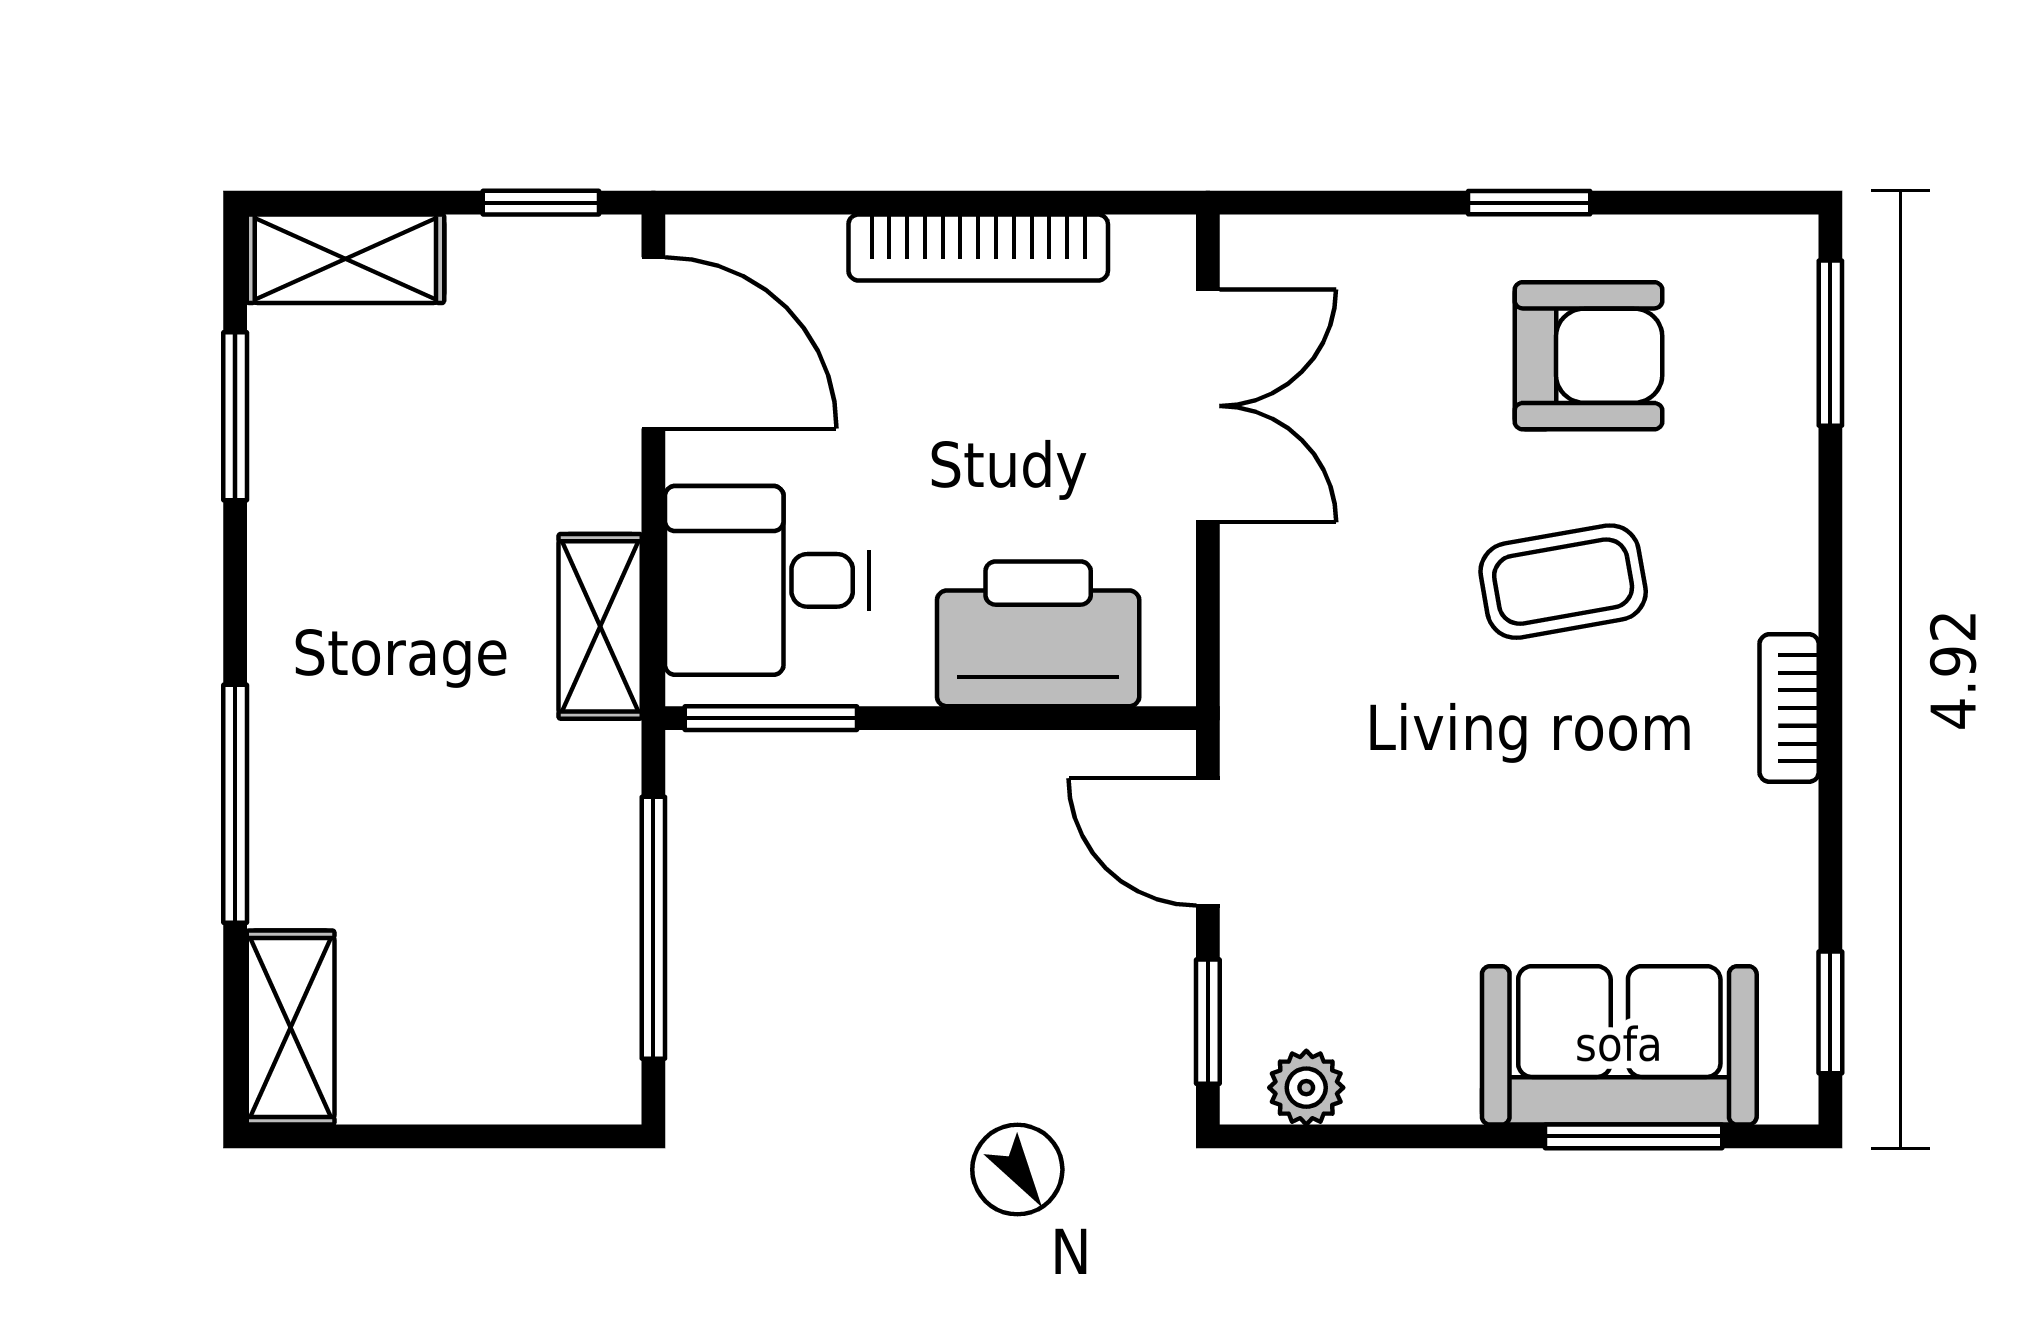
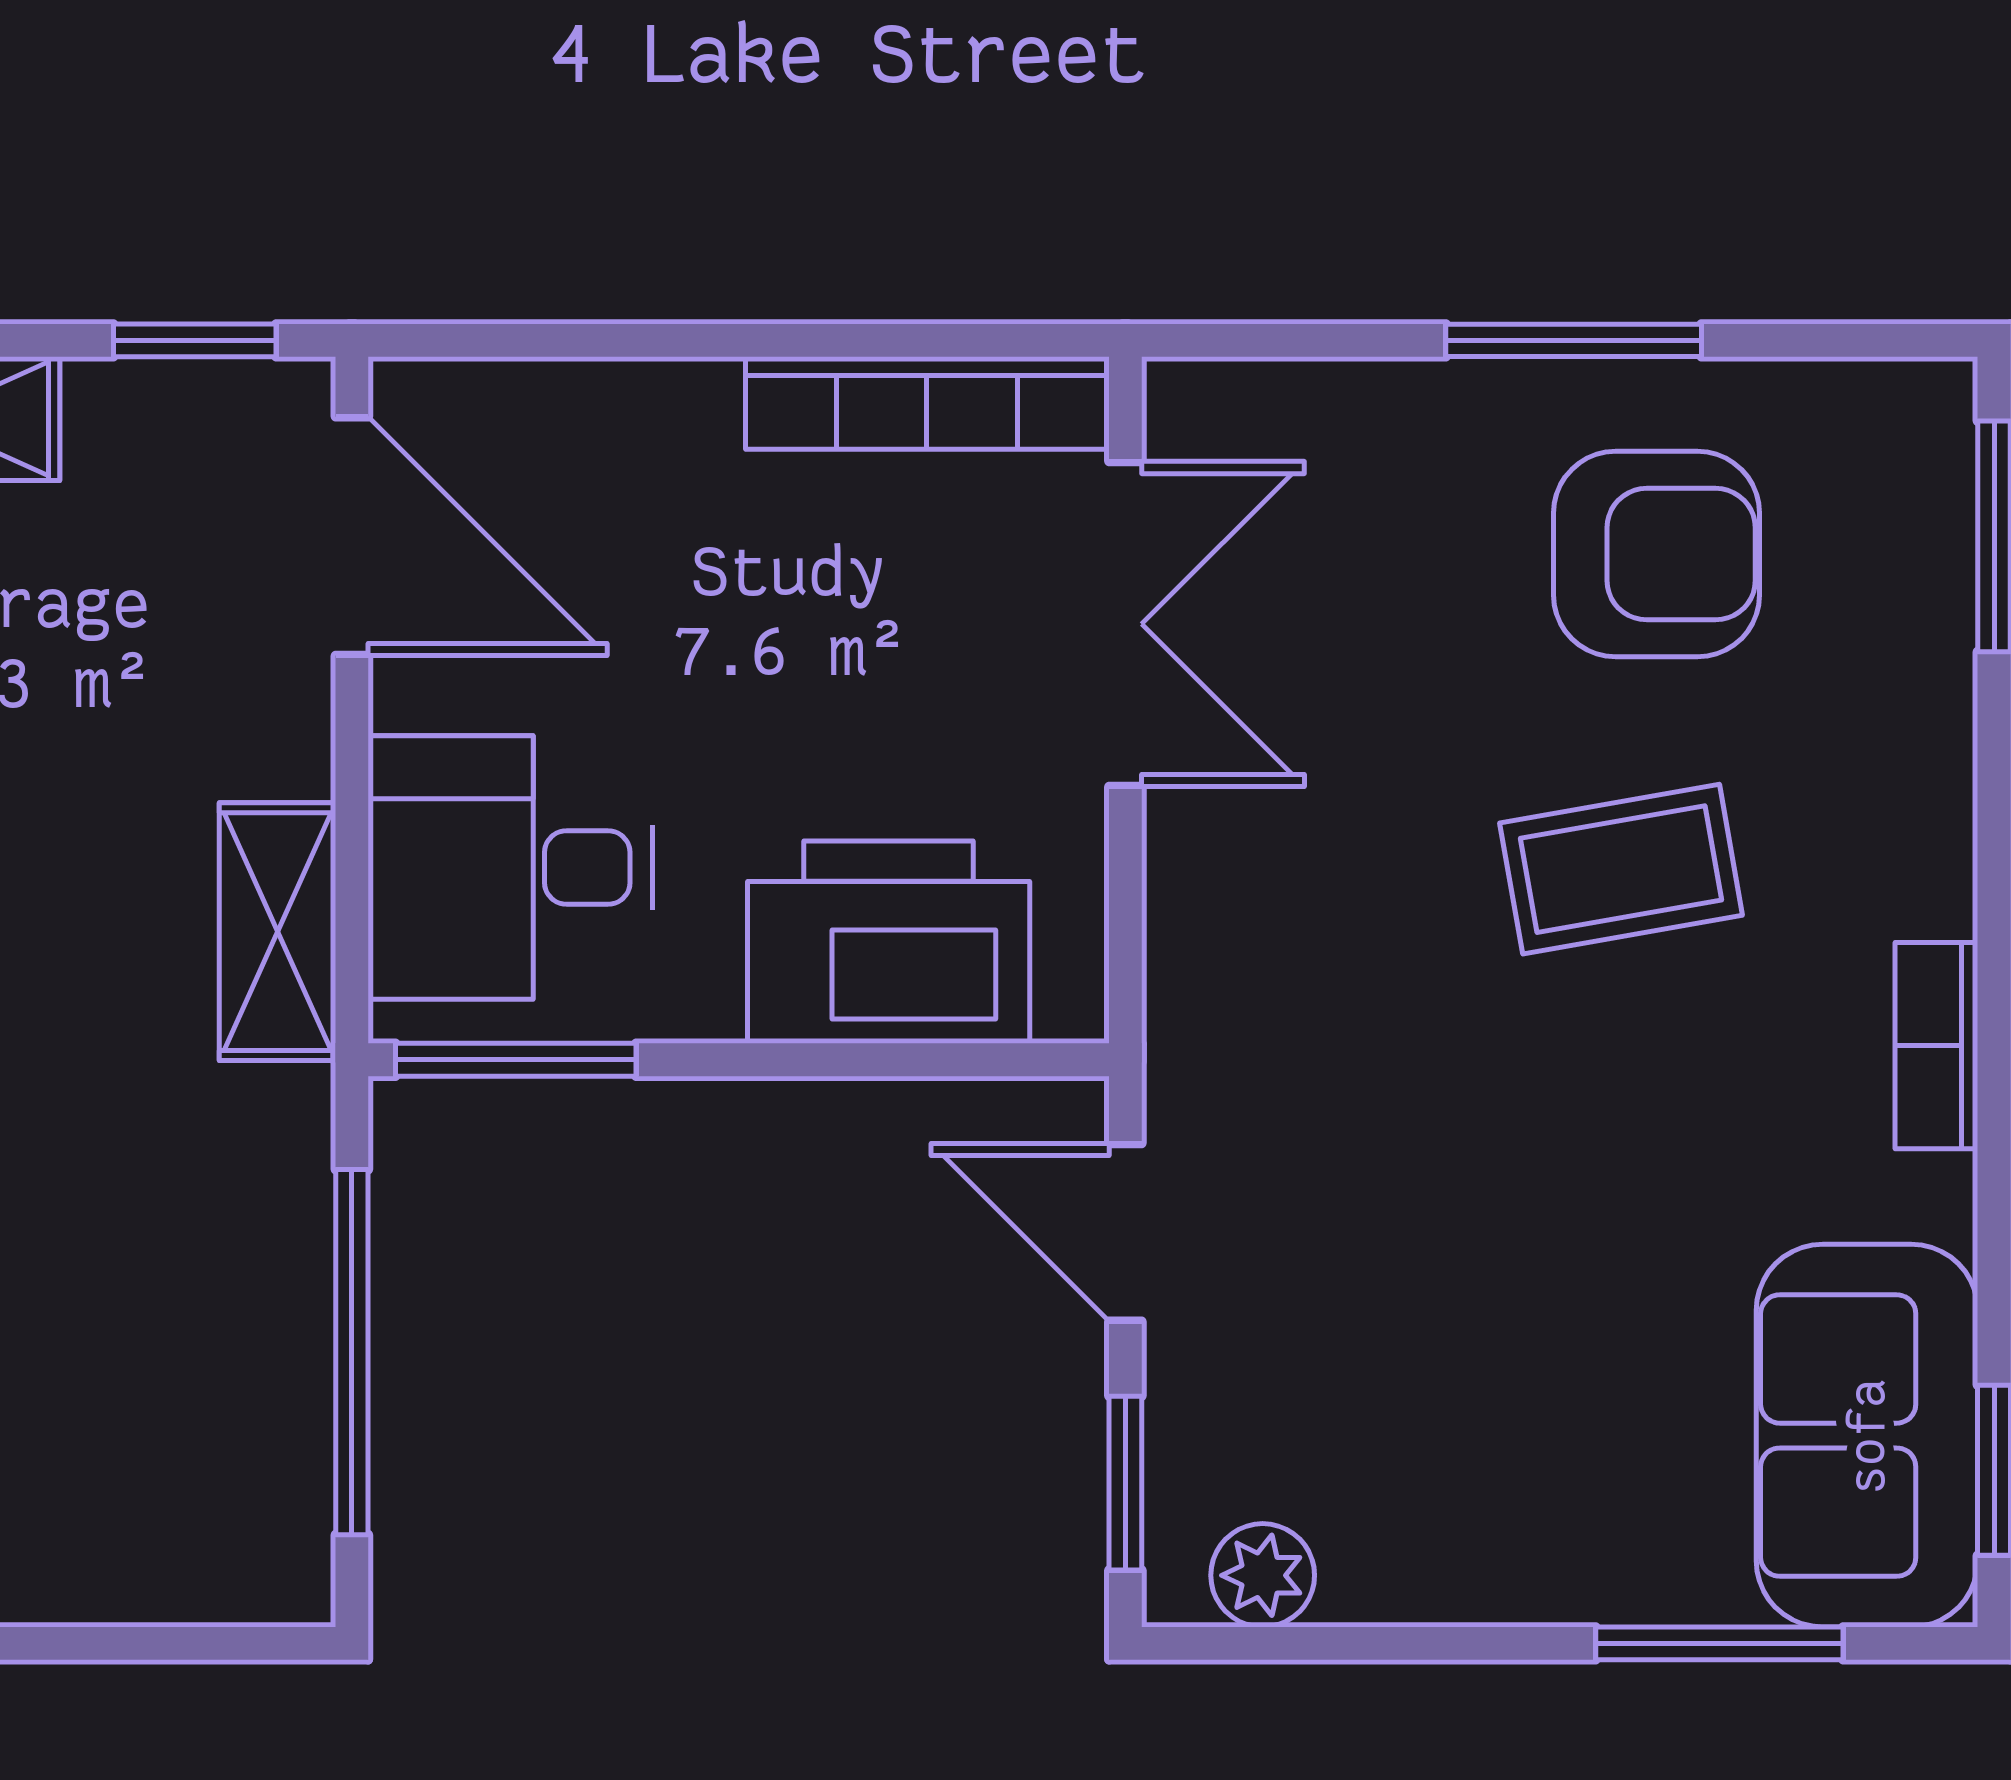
window: (1529, 203) -> (1574, 340), width x1.50
bookcase: (978, 247) -> (927, 403), moved
sofa: (1619, 1045) -> (1867, 1436), moved, turned -90

